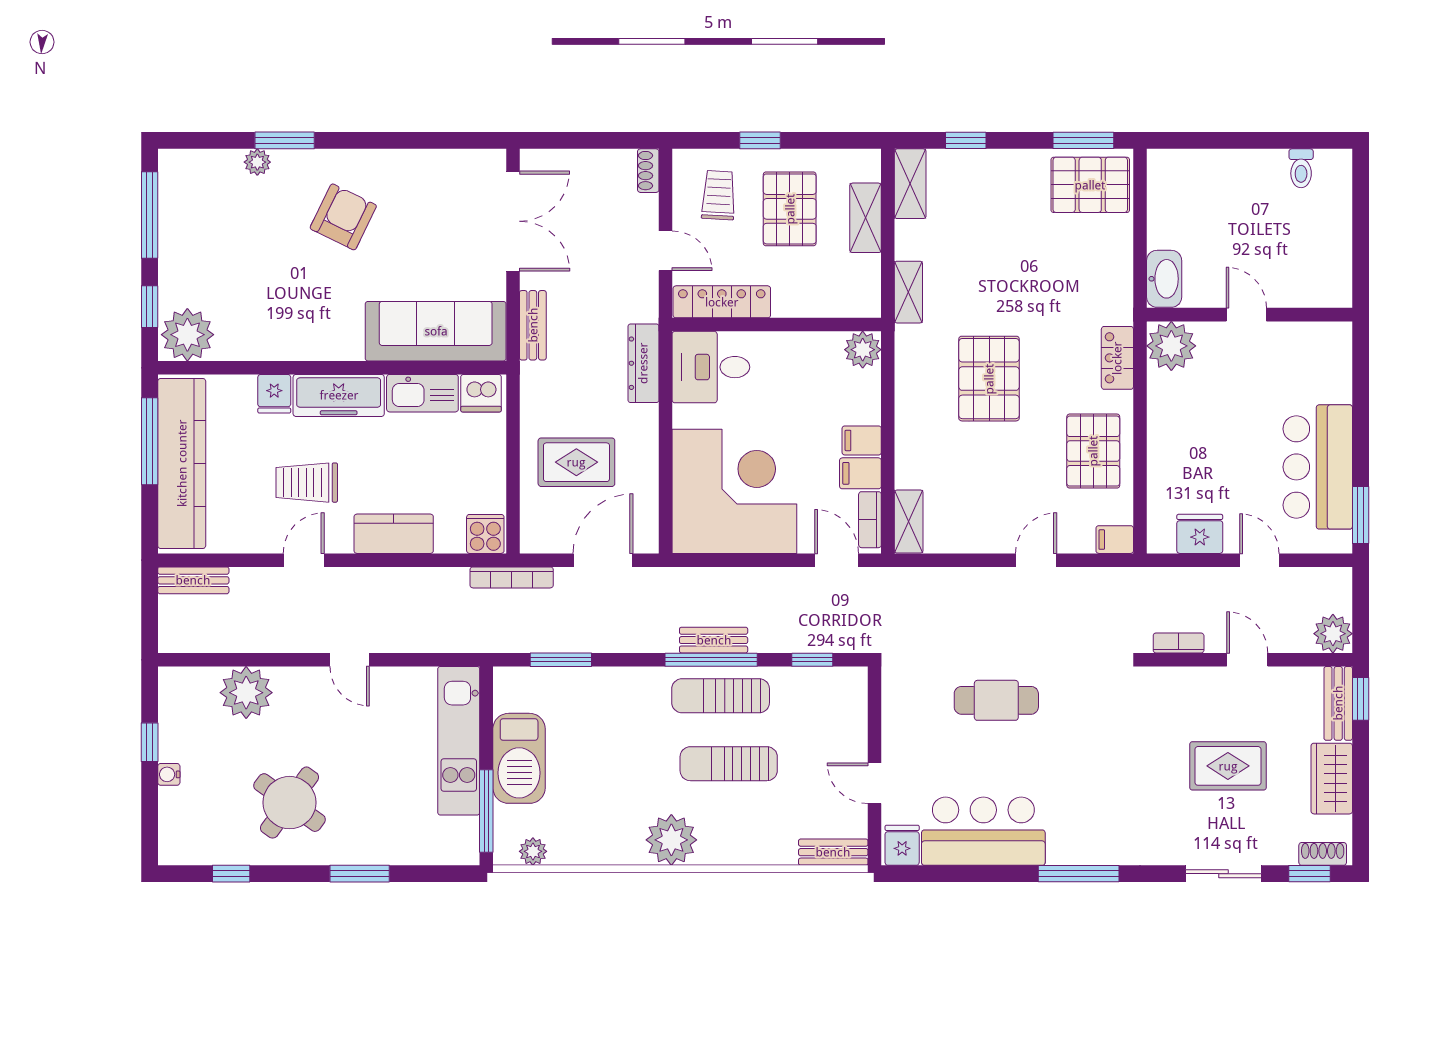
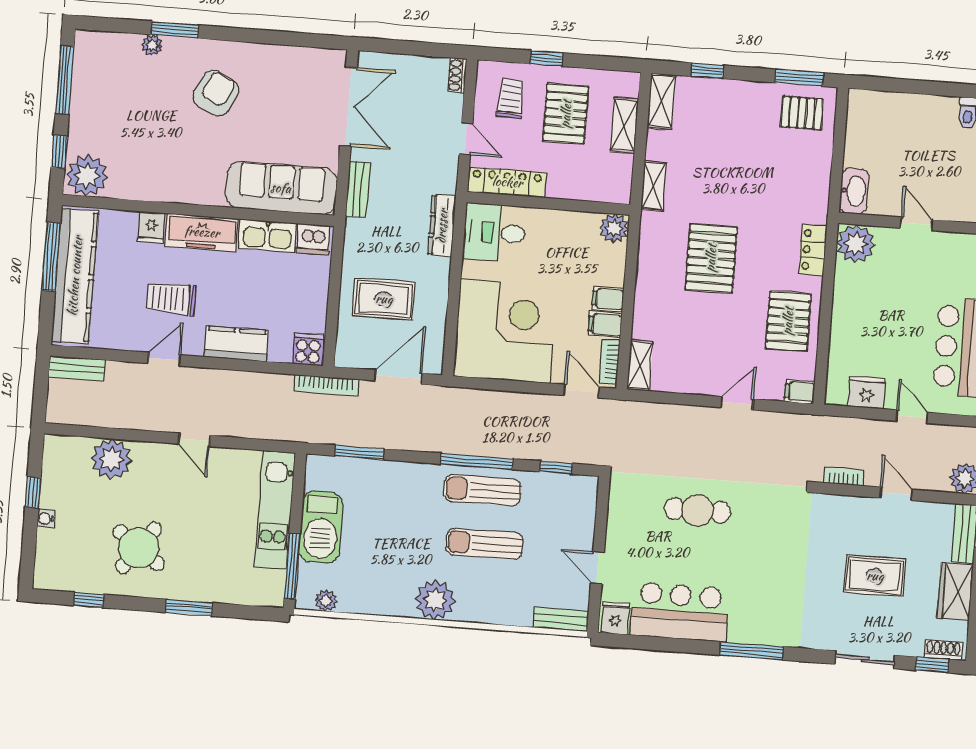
pallet: (1090, 185) -> (802, 113), width x0.67, depth x0.71
bench: (714, 640) -> (480, 446), removed

